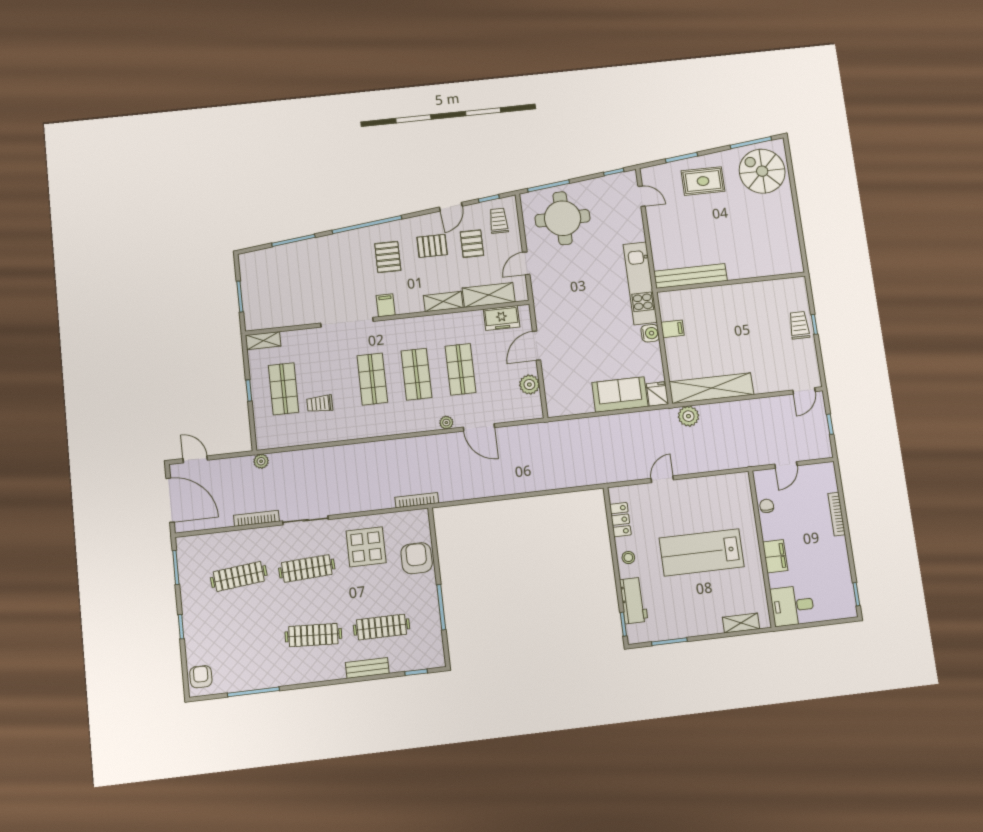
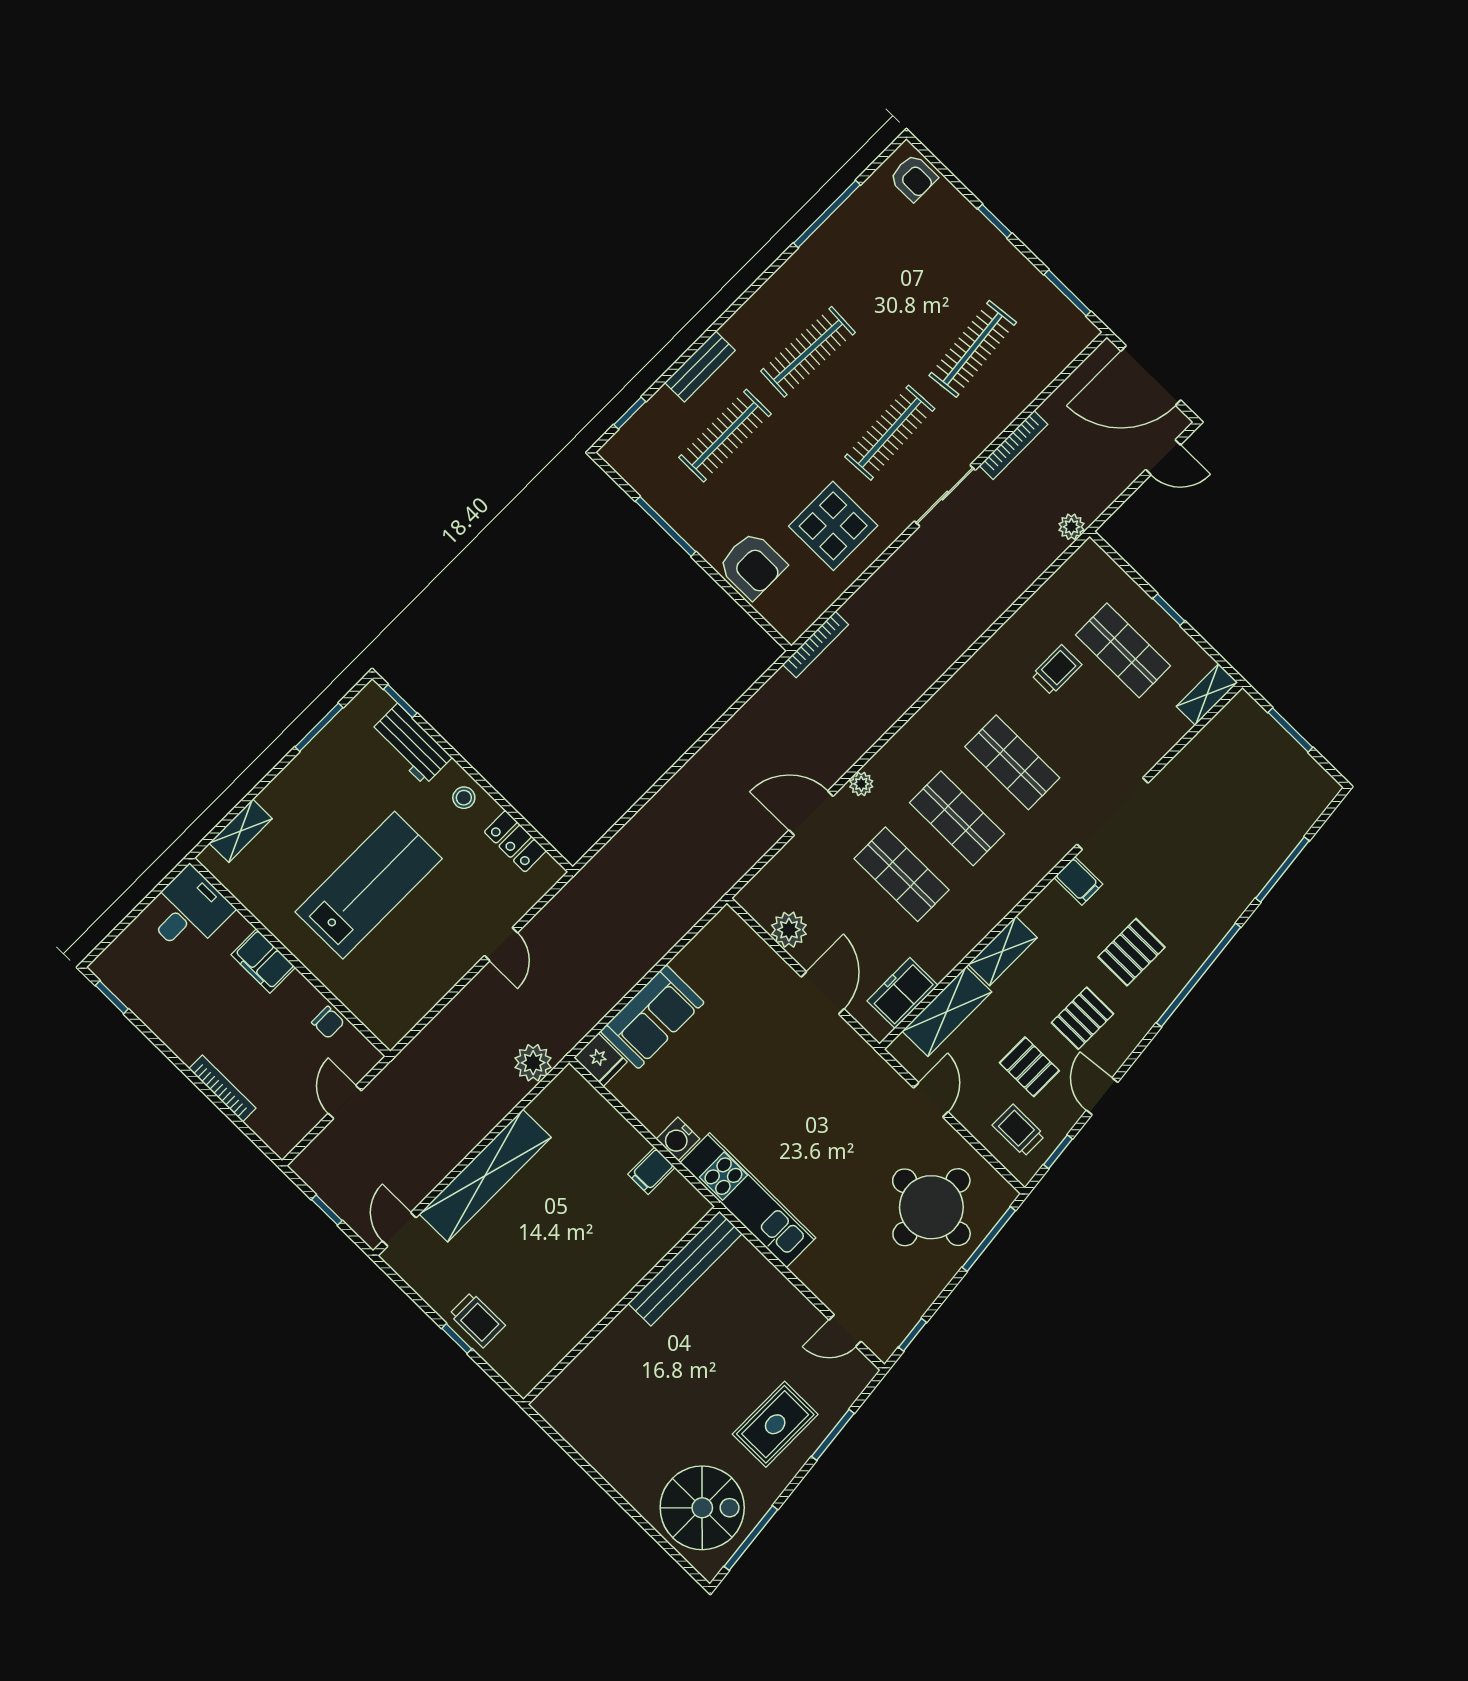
trolley: (499, 221) -> (1019, 1130), turned 180
pallet: (388, 257) -> (1131, 952), turned 90
shelving: (711, 388) -> (485, 1176), moved

